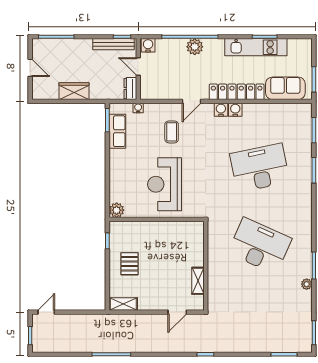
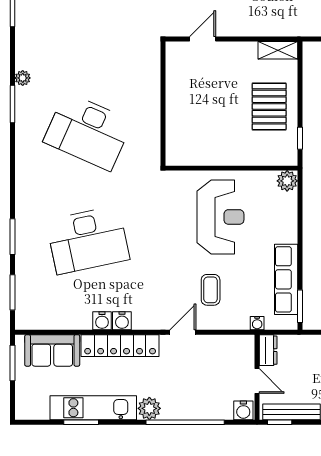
plant: (195, 47) -> (149, 408), moved
water cooler: (221, 110) -> (102, 321), moved
row of seats: (117, 131) -> (286, 279), width x1.48
pallet: (130, 264) -> (269, 106), width x1.50, depth x1.42
shelving: (198, 281) -> (174, 83), removed

